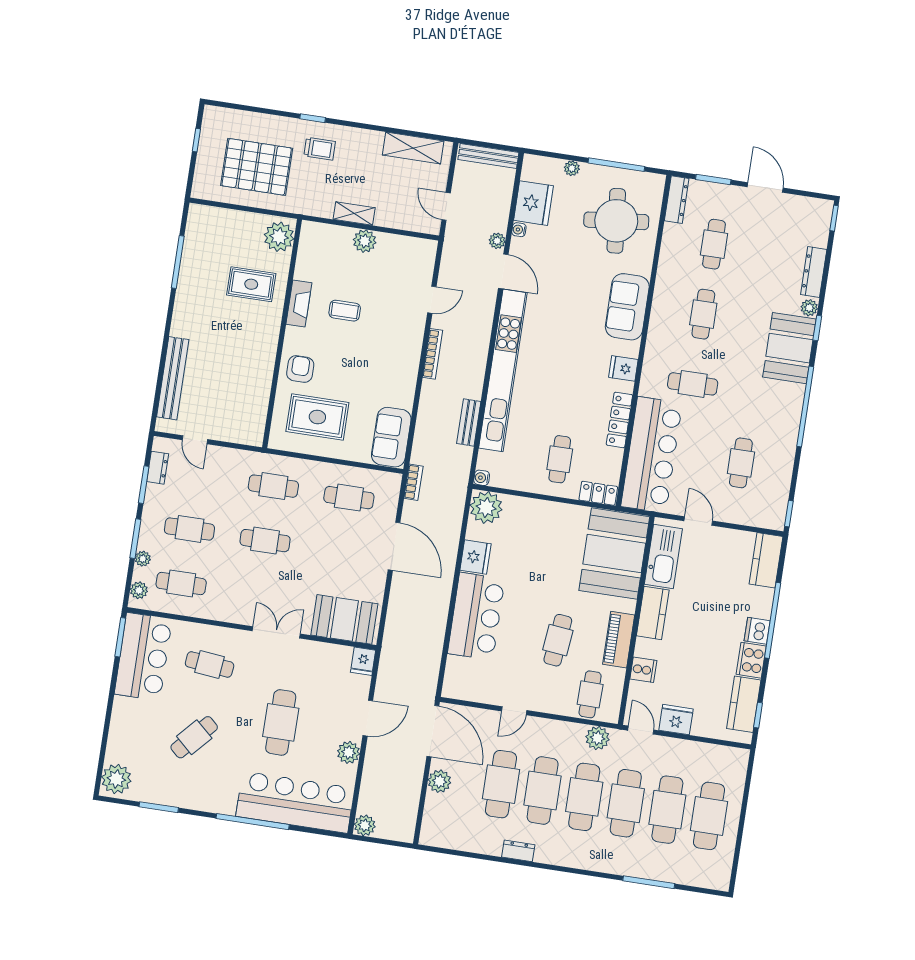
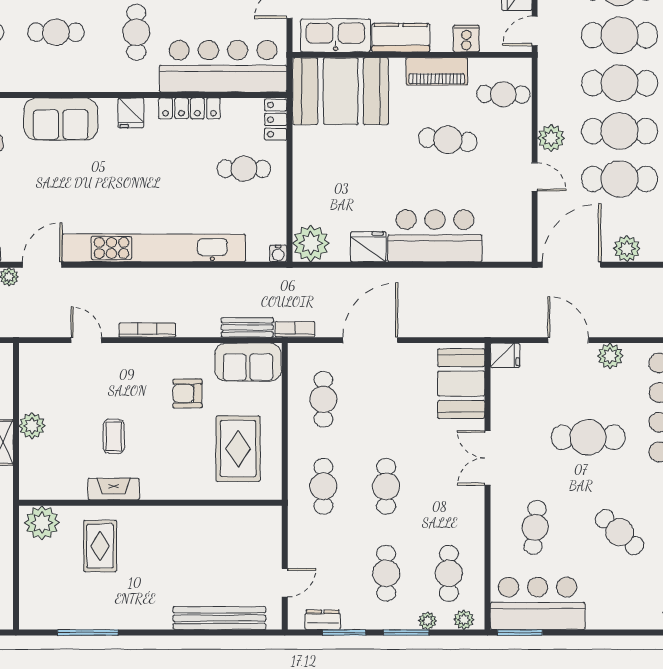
armchair: (300, 369) -> (187, 393), moved
bench: (469, 423) -> (247, 327), moved
plant: (597, 738) -> (551, 138), moved

